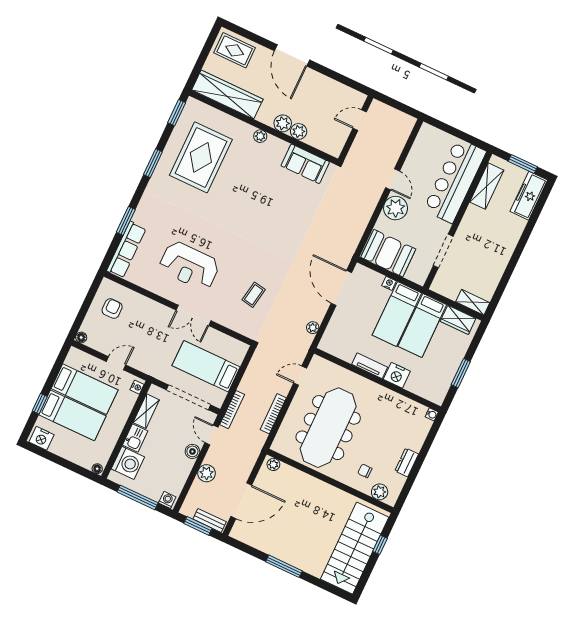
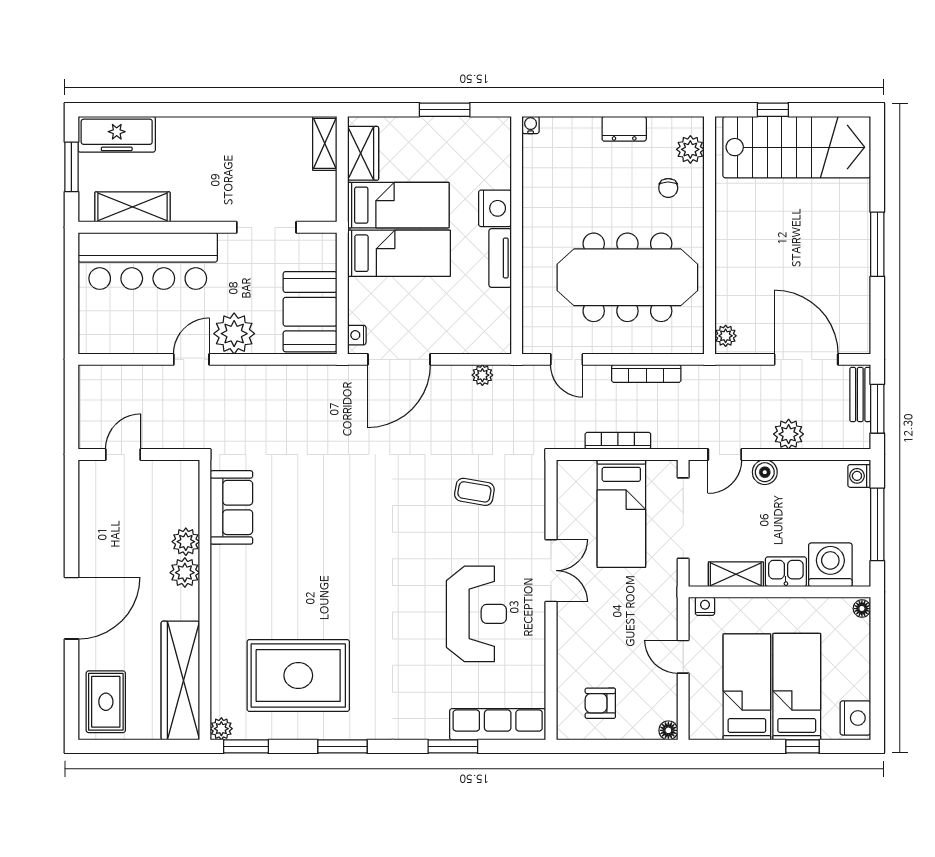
door: (360, 120) -> (123, 454), swing flipped
plant: (260, 136) -> (221, 729), moved
nightstand: (389, 283) -> (357, 335), moved
bookcase: (232, 410) -> (618, 441), moved

